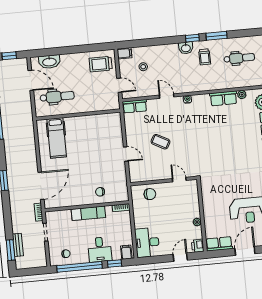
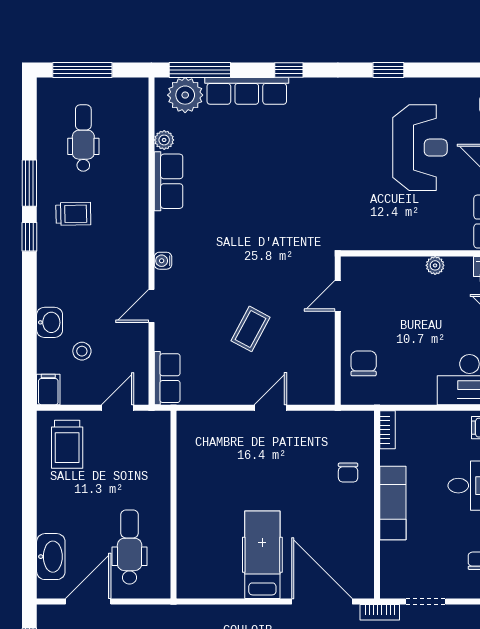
washbasin: (186, 48) -> (50, 322), moved
hospital bed: (57, 138) -> (262, 555), moved, turned -90

